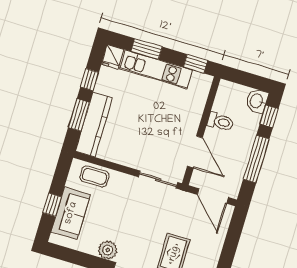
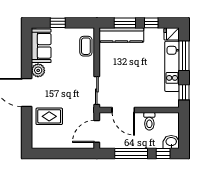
window: (147, 49) -> (184, 56), width x1.44
door: (195, 152) -> (123, 110), hinge flipped
sofa: (71, 213) -> (41, 46), moved, turned -90

